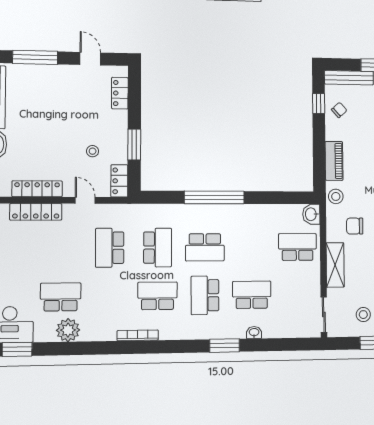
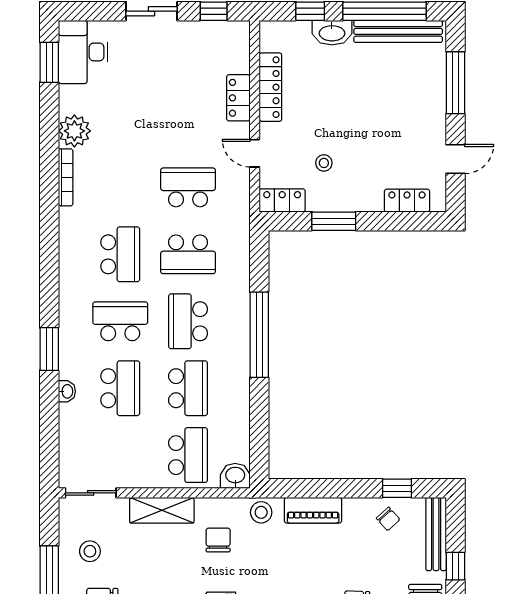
door: (85, 200) -> (255, 153), swing flipped
locker: (36, 212) -> (238, 98), width x0.66
school desk: (61, 297) -> (188, 388), moved
bookcase: (138, 335) -> (66, 177), moved

